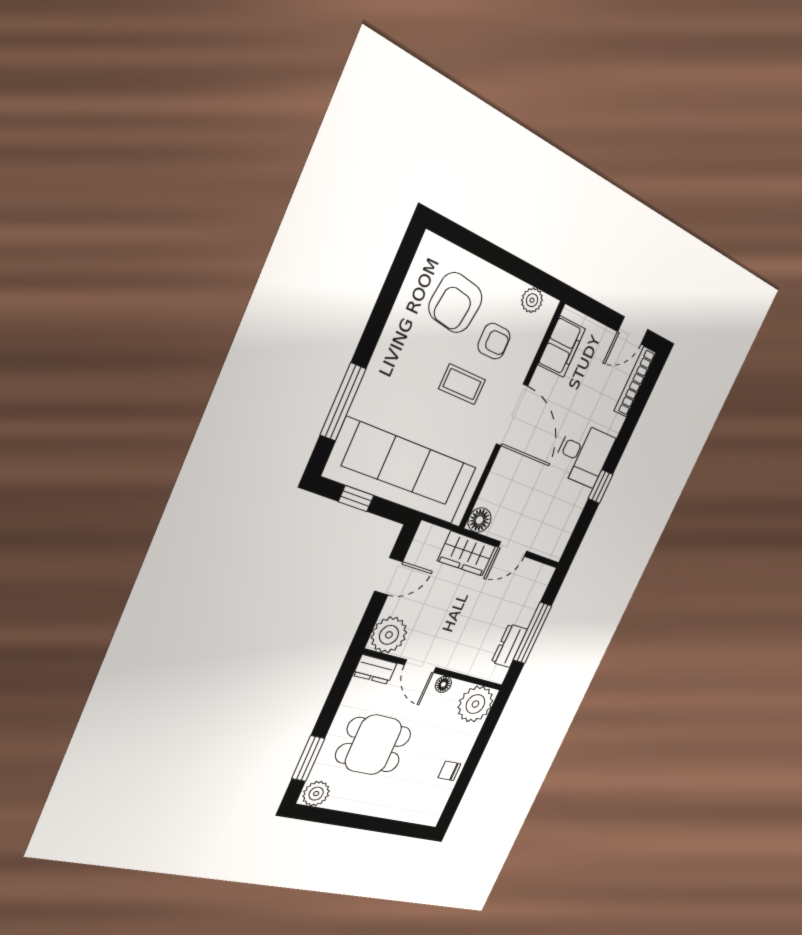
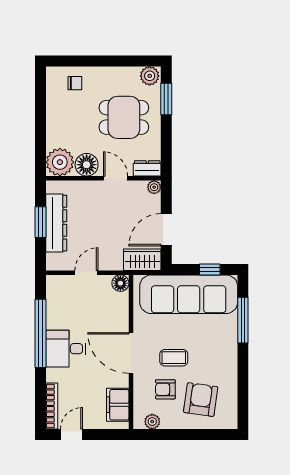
window: (601, 487) -> (40, 333), width x3.17
wardrobe: (467, 554) -> (142, 260), moved
door: (389, 576) -> (166, 230), width x1.38
window: (532, 633) -> (40, 222), width x0.69
plant: (389, 635) -> (154, 187), width x0.53, depth x0.53
dresser: (509, 646) -> (56, 223), width x1.96, depth x1.24
floor lamp: (443, 684) -> (87, 165), width x1.89, depth x1.89
chair: (449, 771) -> (75, 83), moved

